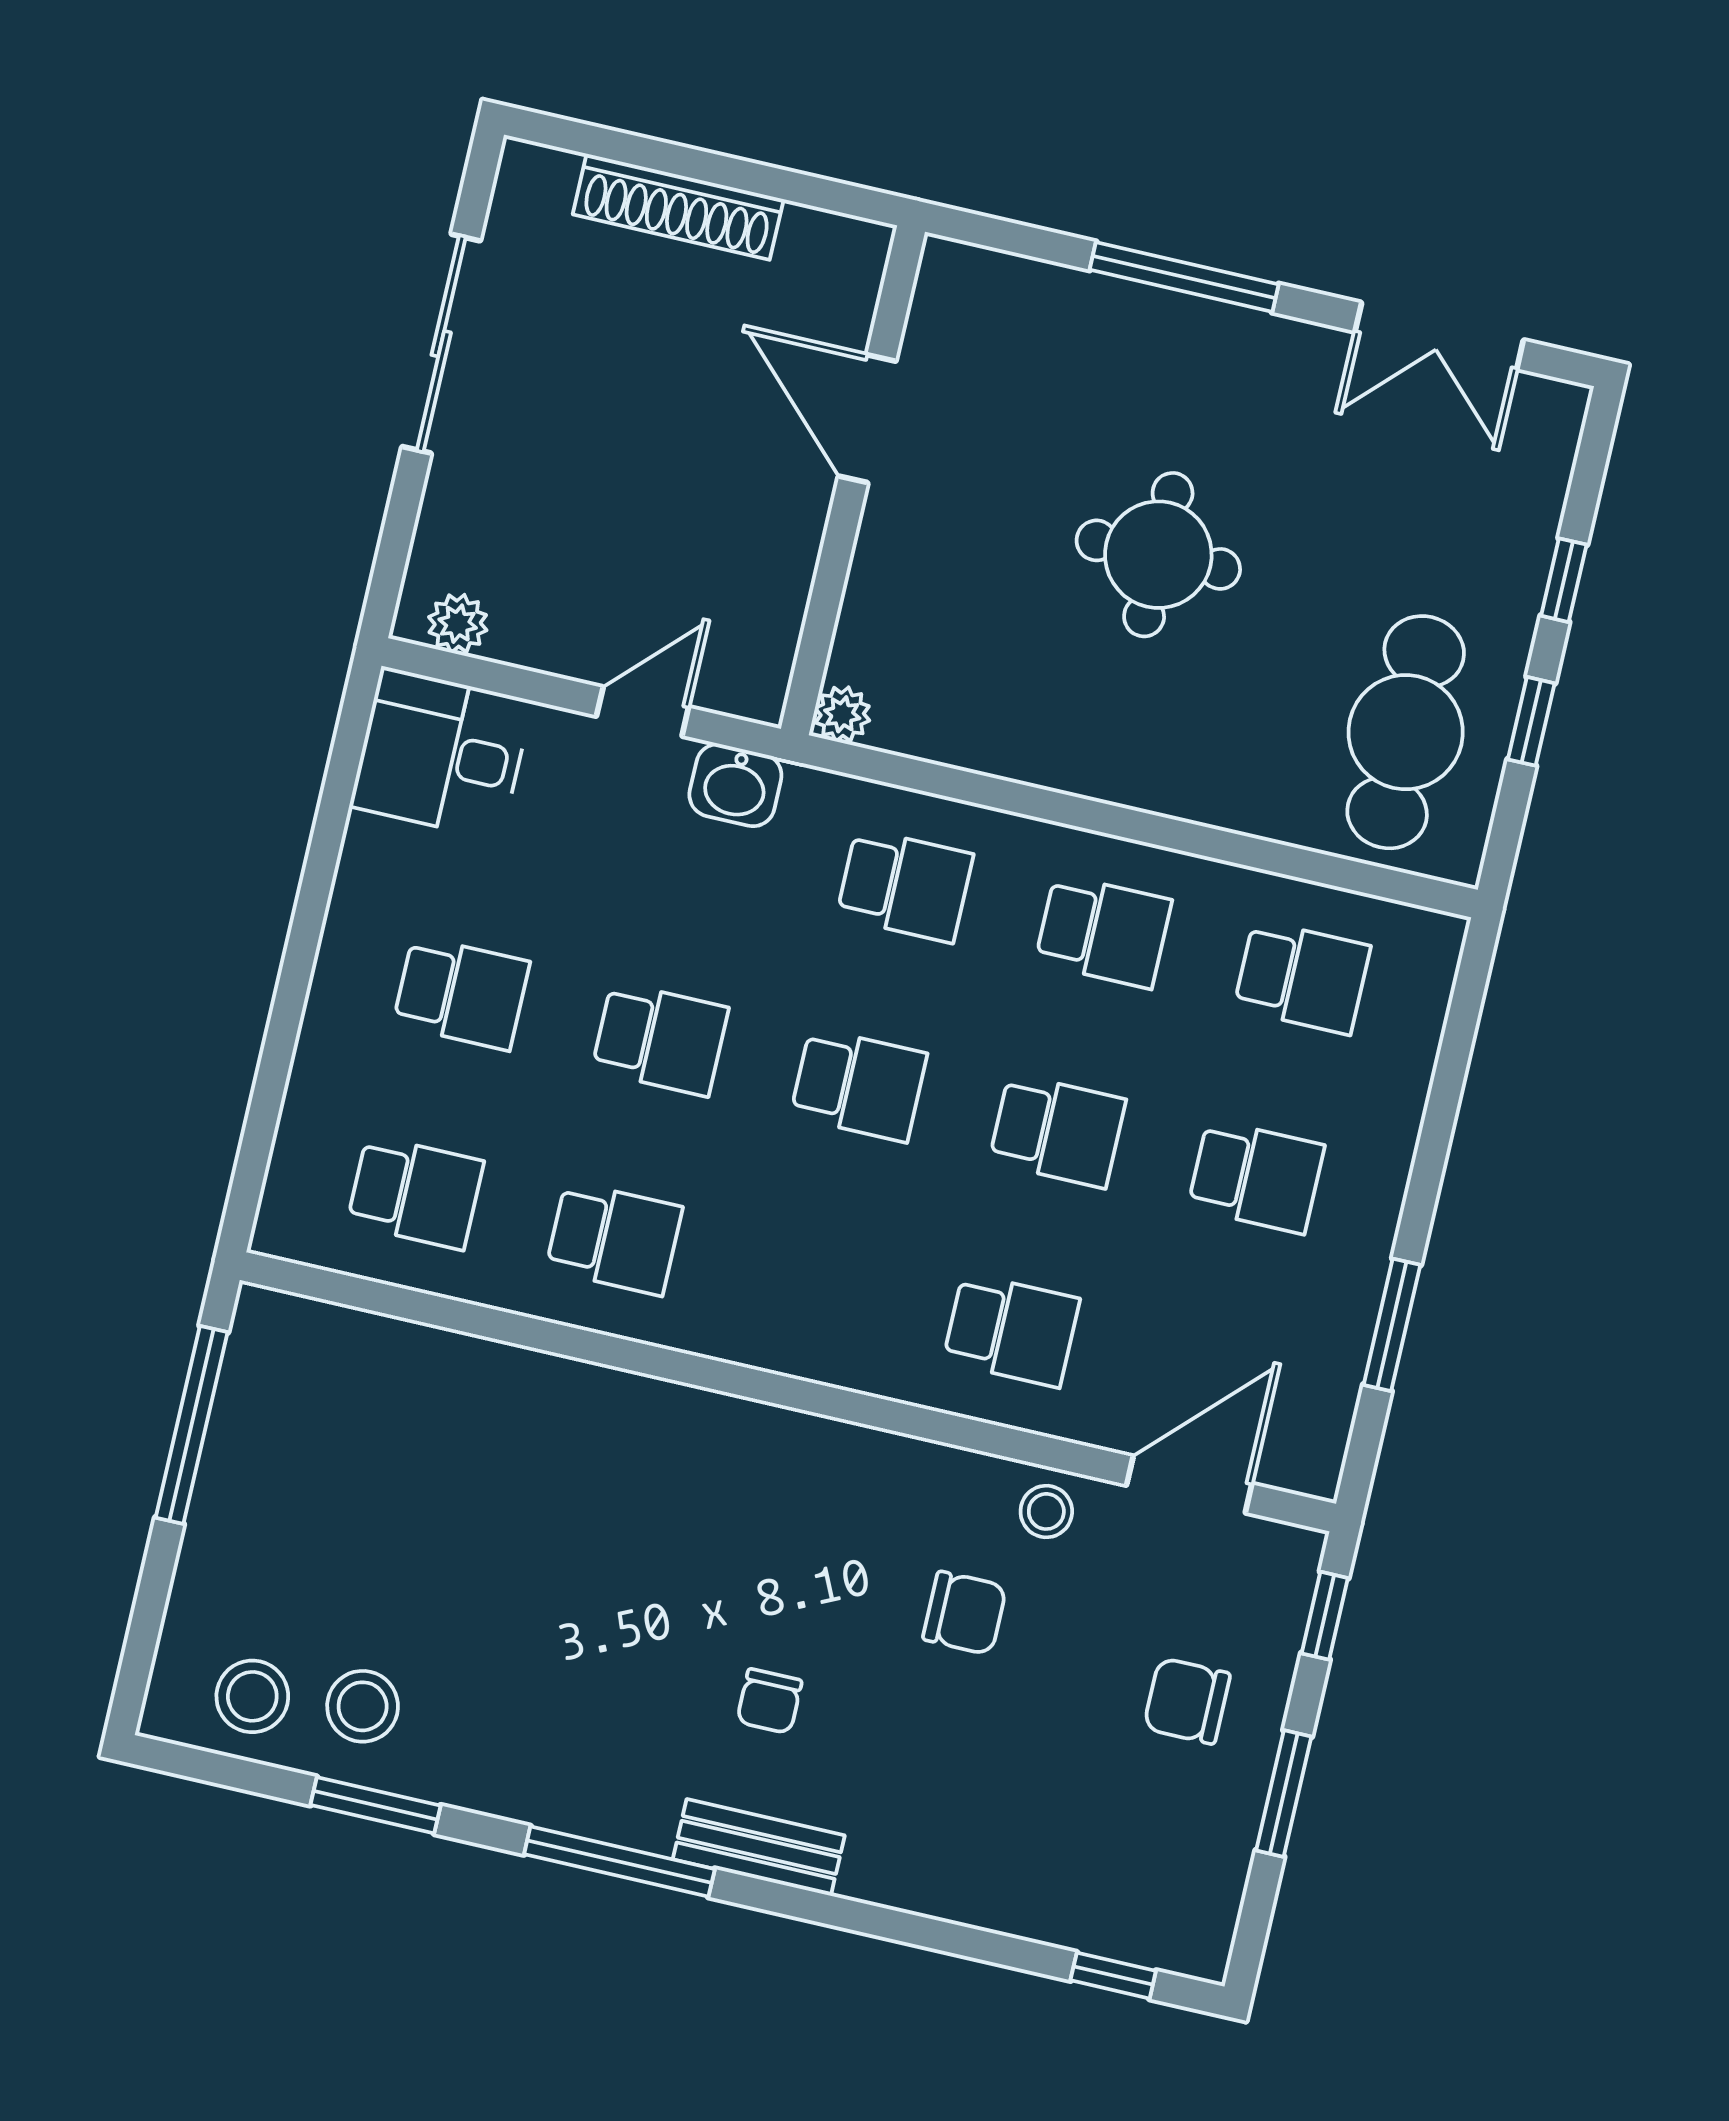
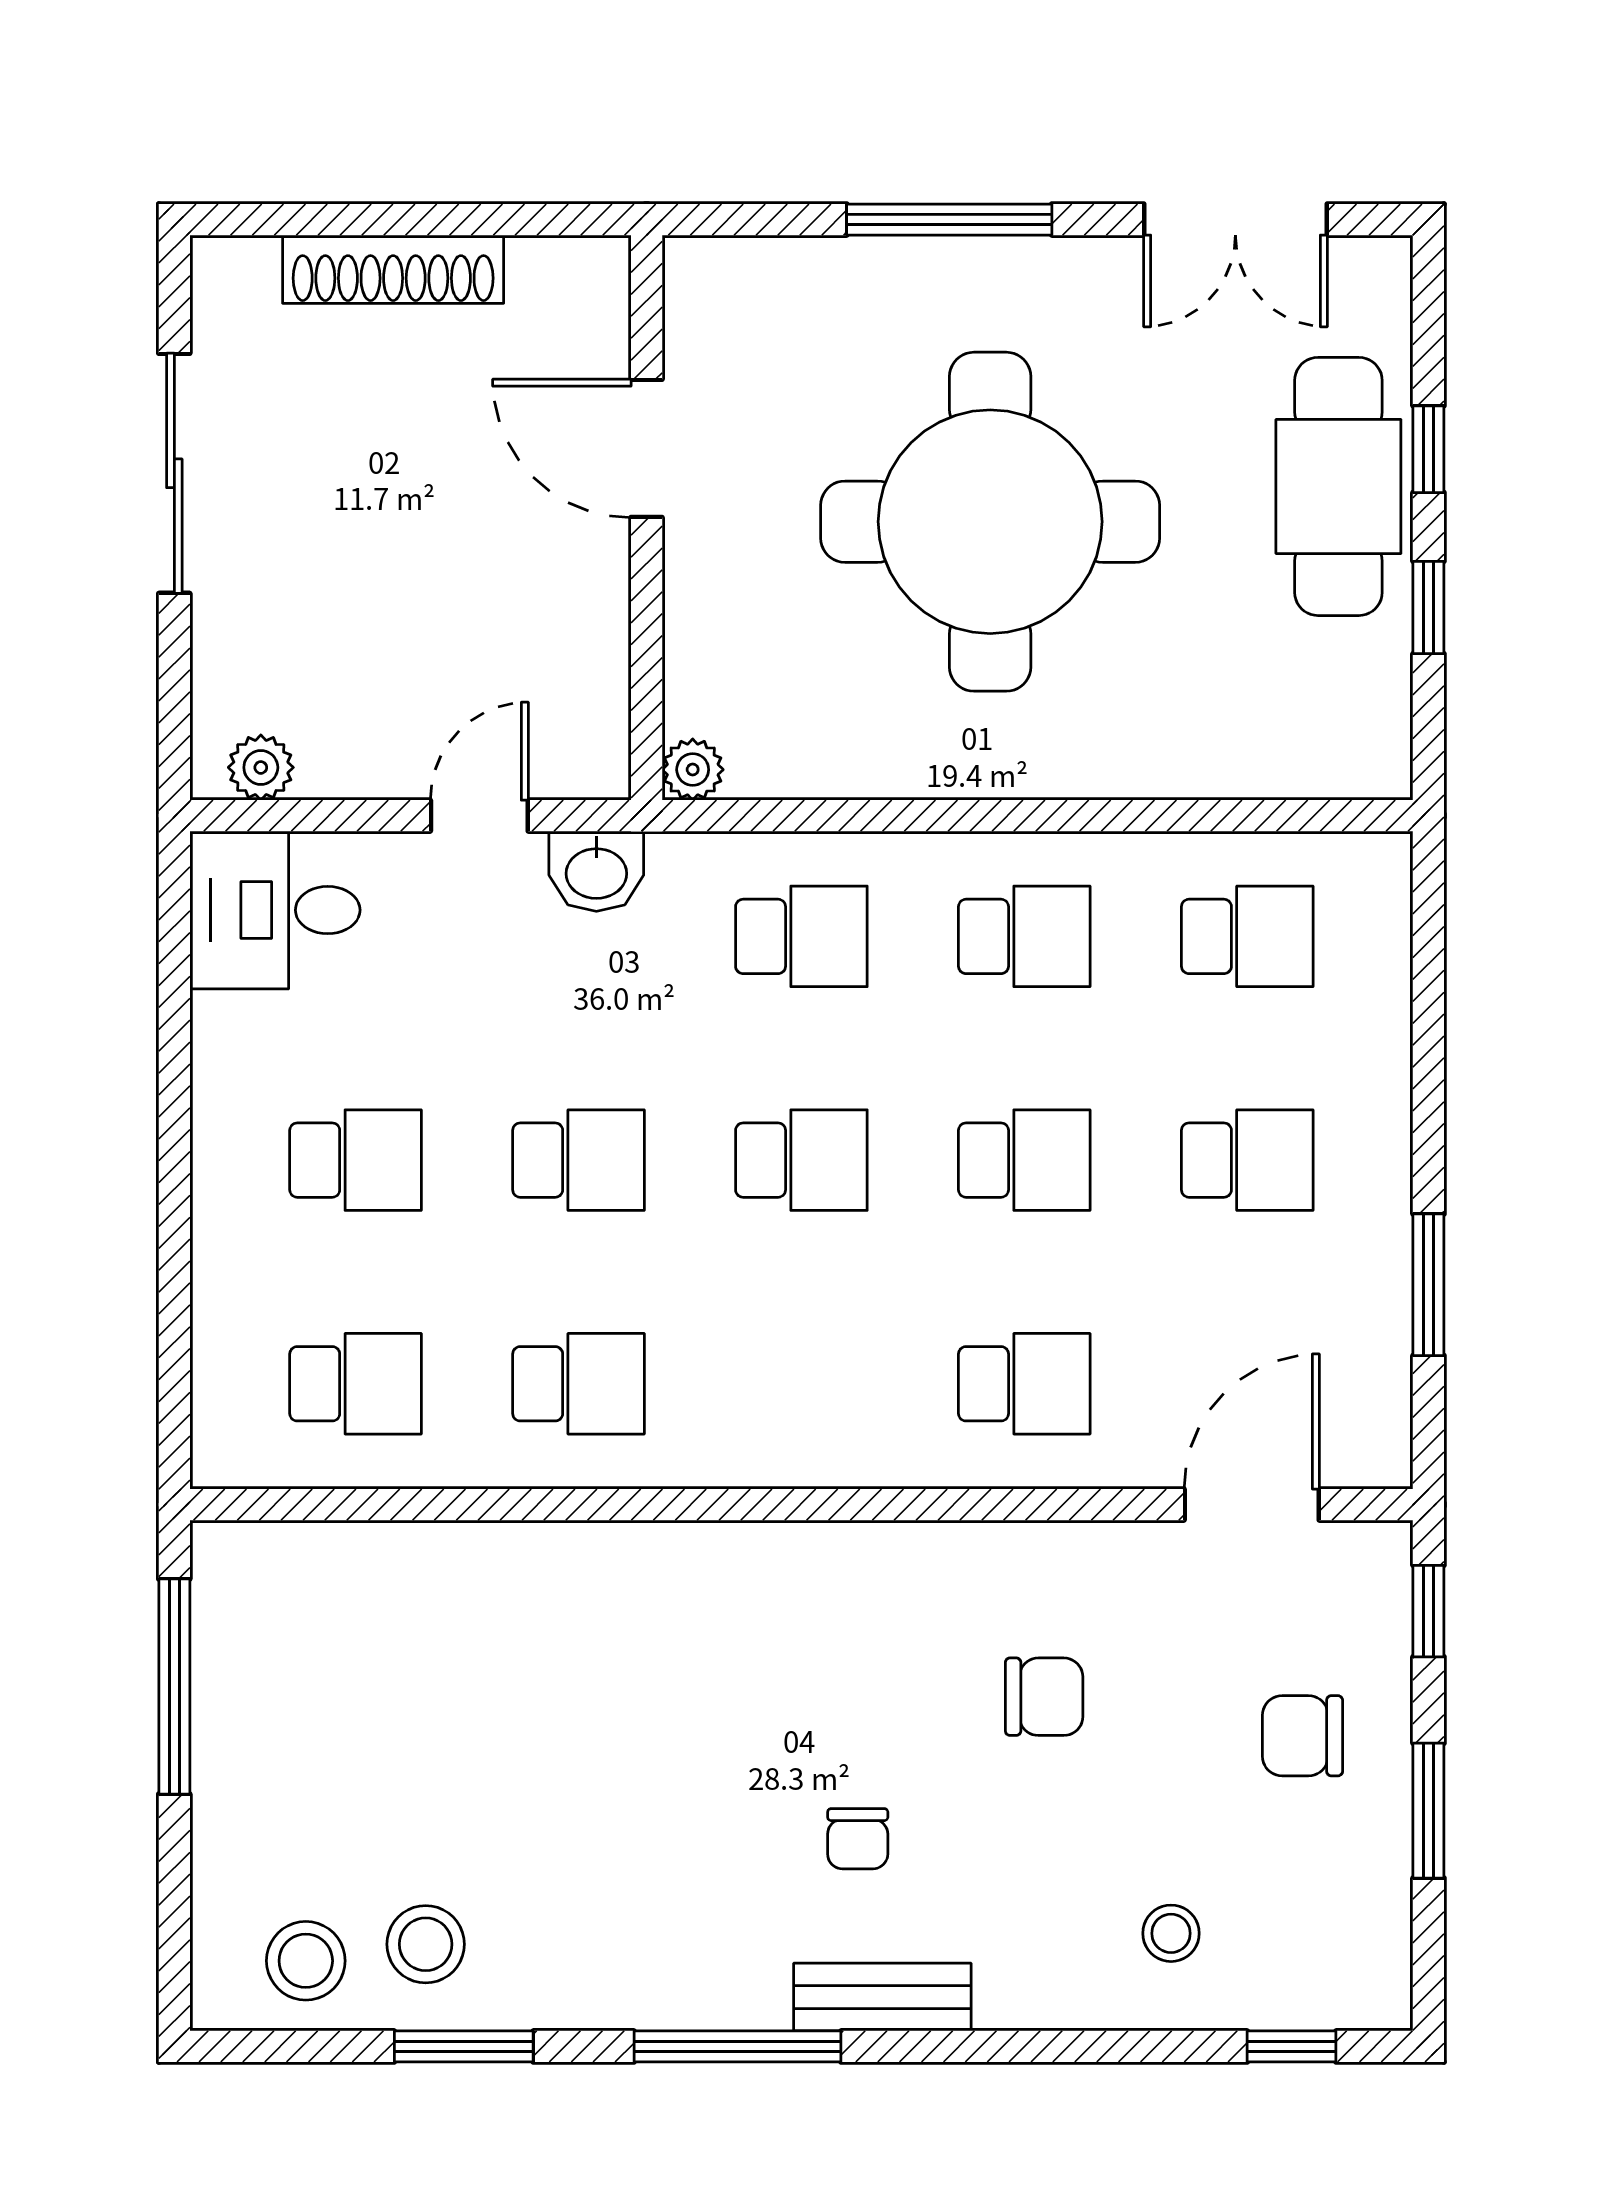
round table: (1158, 555) -> (990, 522), width x1.86, depth x1.86
cafe table: (1406, 732) -> (1338, 486), moved
stool: (1046, 1511) -> (1171, 1933), moved

